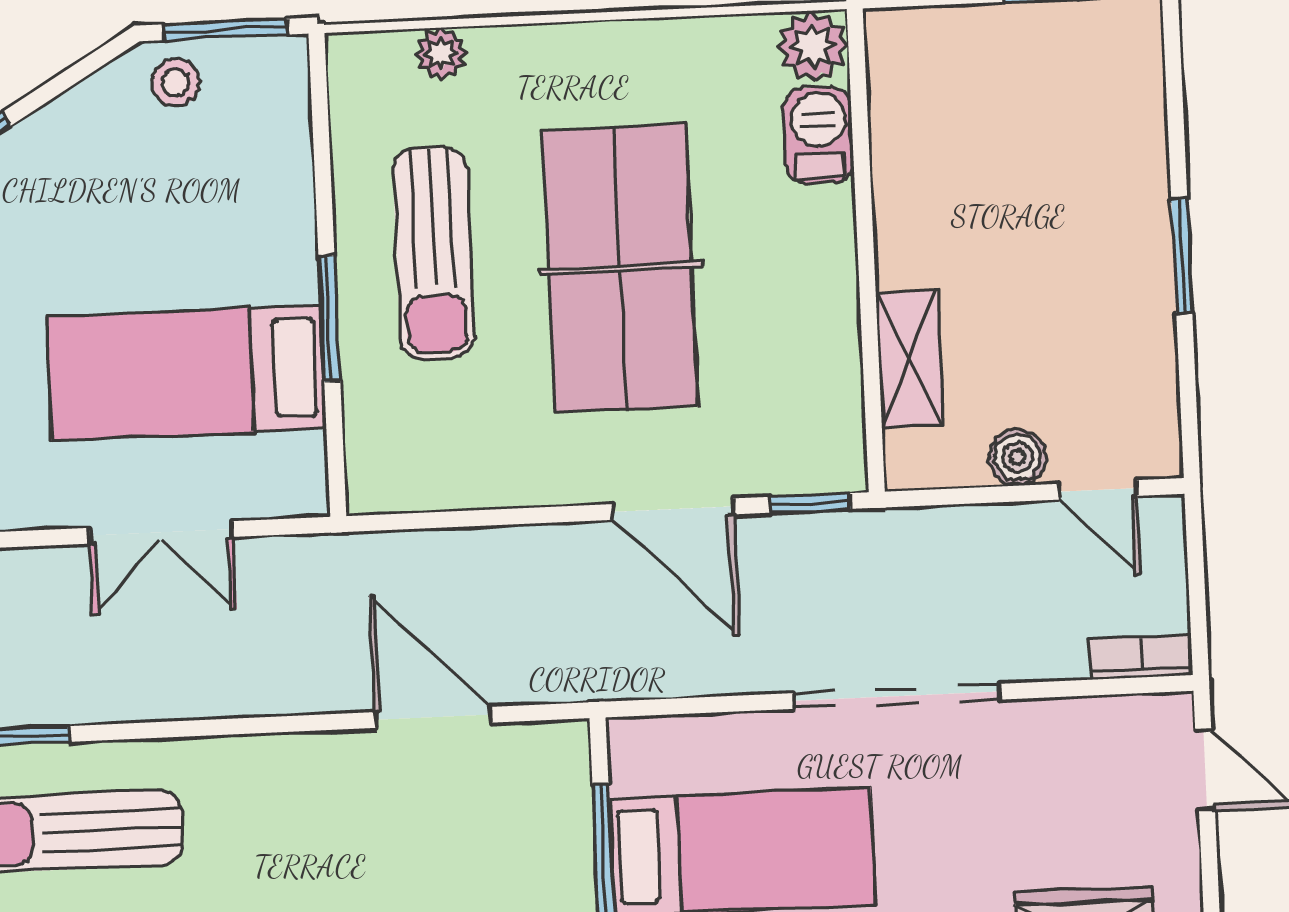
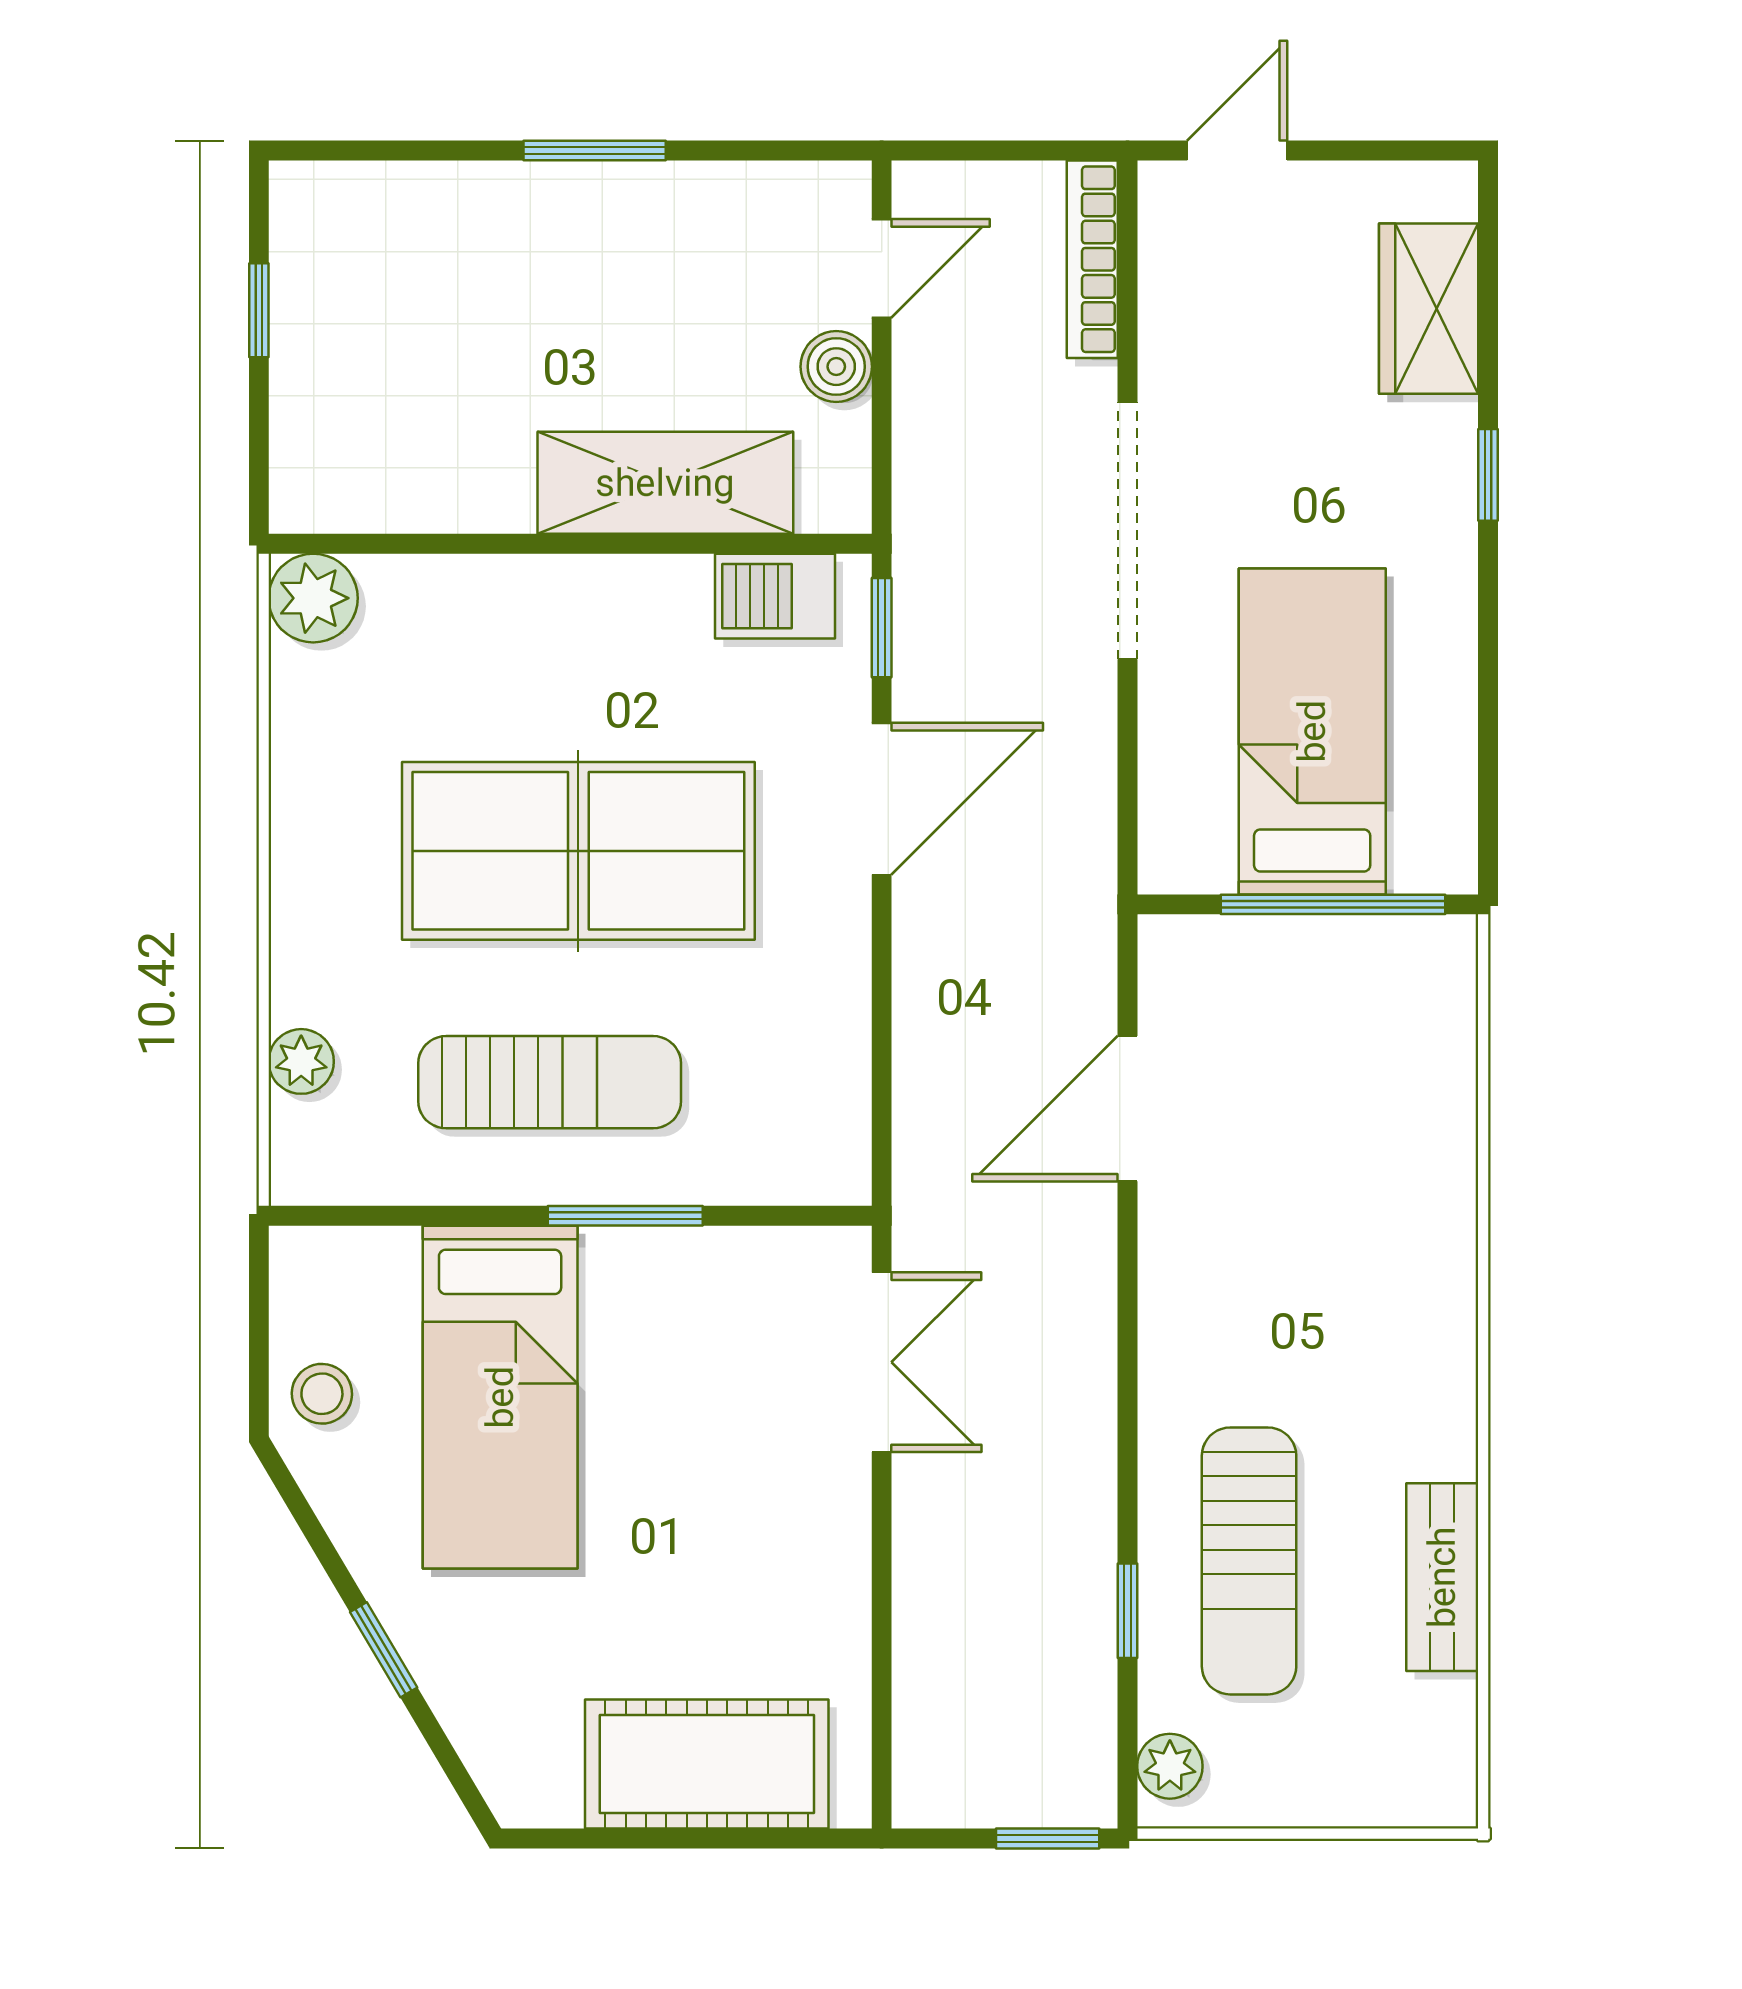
window: (226, 29) -> (259, 1329), removed
barbecue: (818, 135) -> (775, 596), moved
shelving: (909, 359) -> (665, 483), width x1.50, depth x1.33
bed: (186, 372) -> (500, 1397), moved
double door: (161, 532) -> (882, 1362), moved
bookcase: (1141, 657) -> (1092, 259), width x1.56

